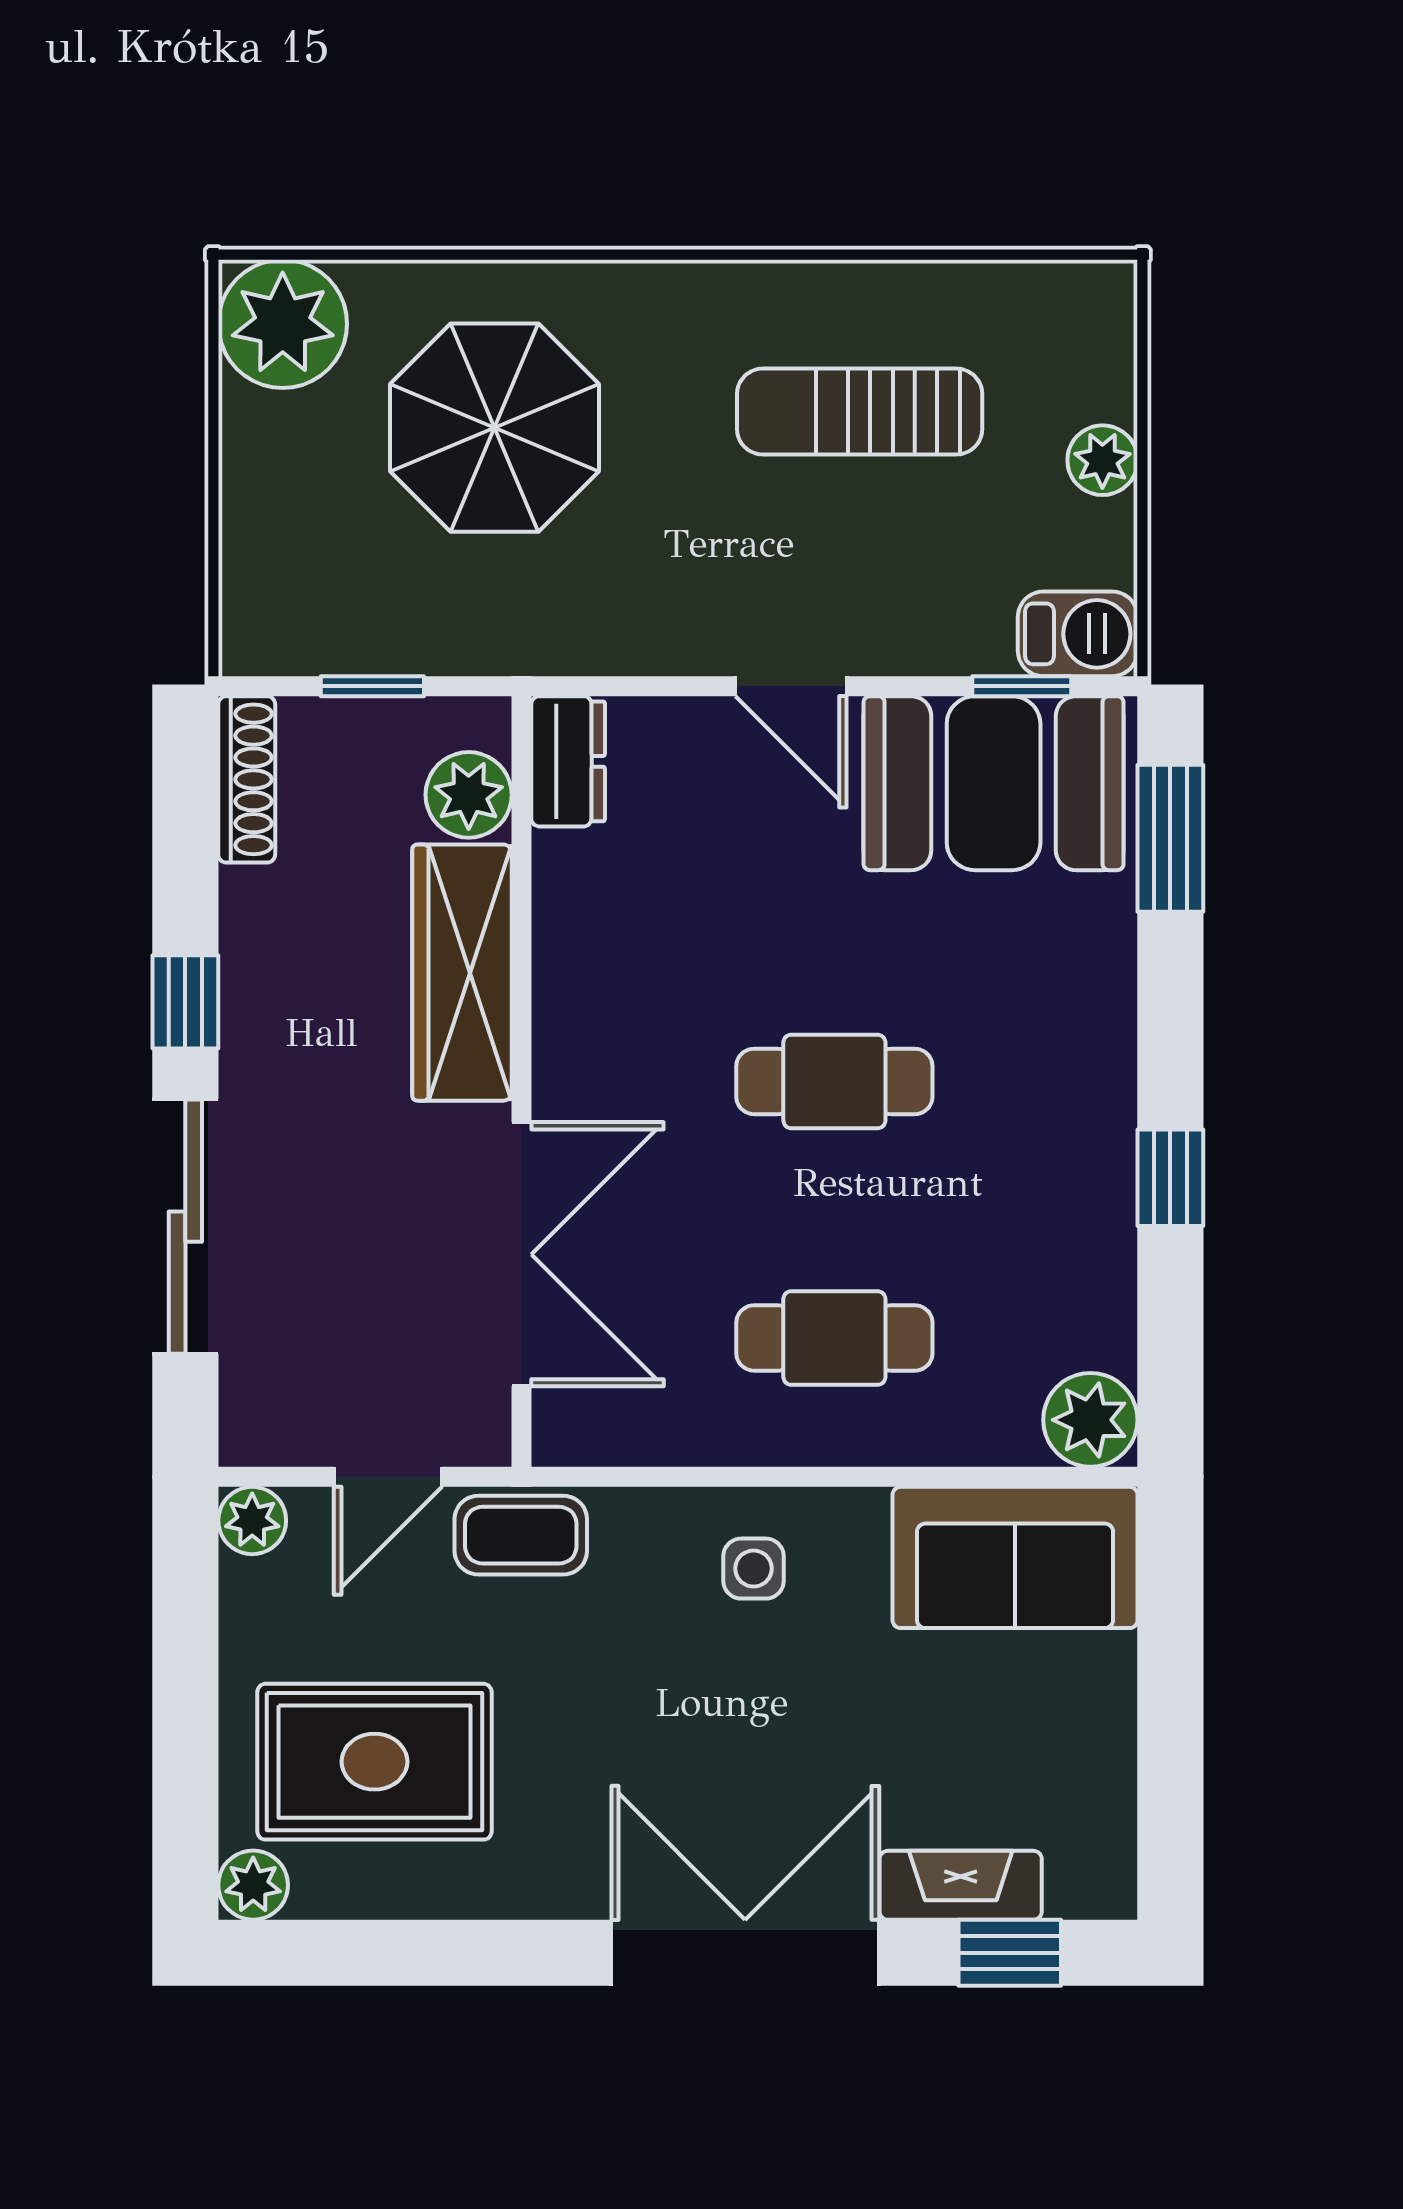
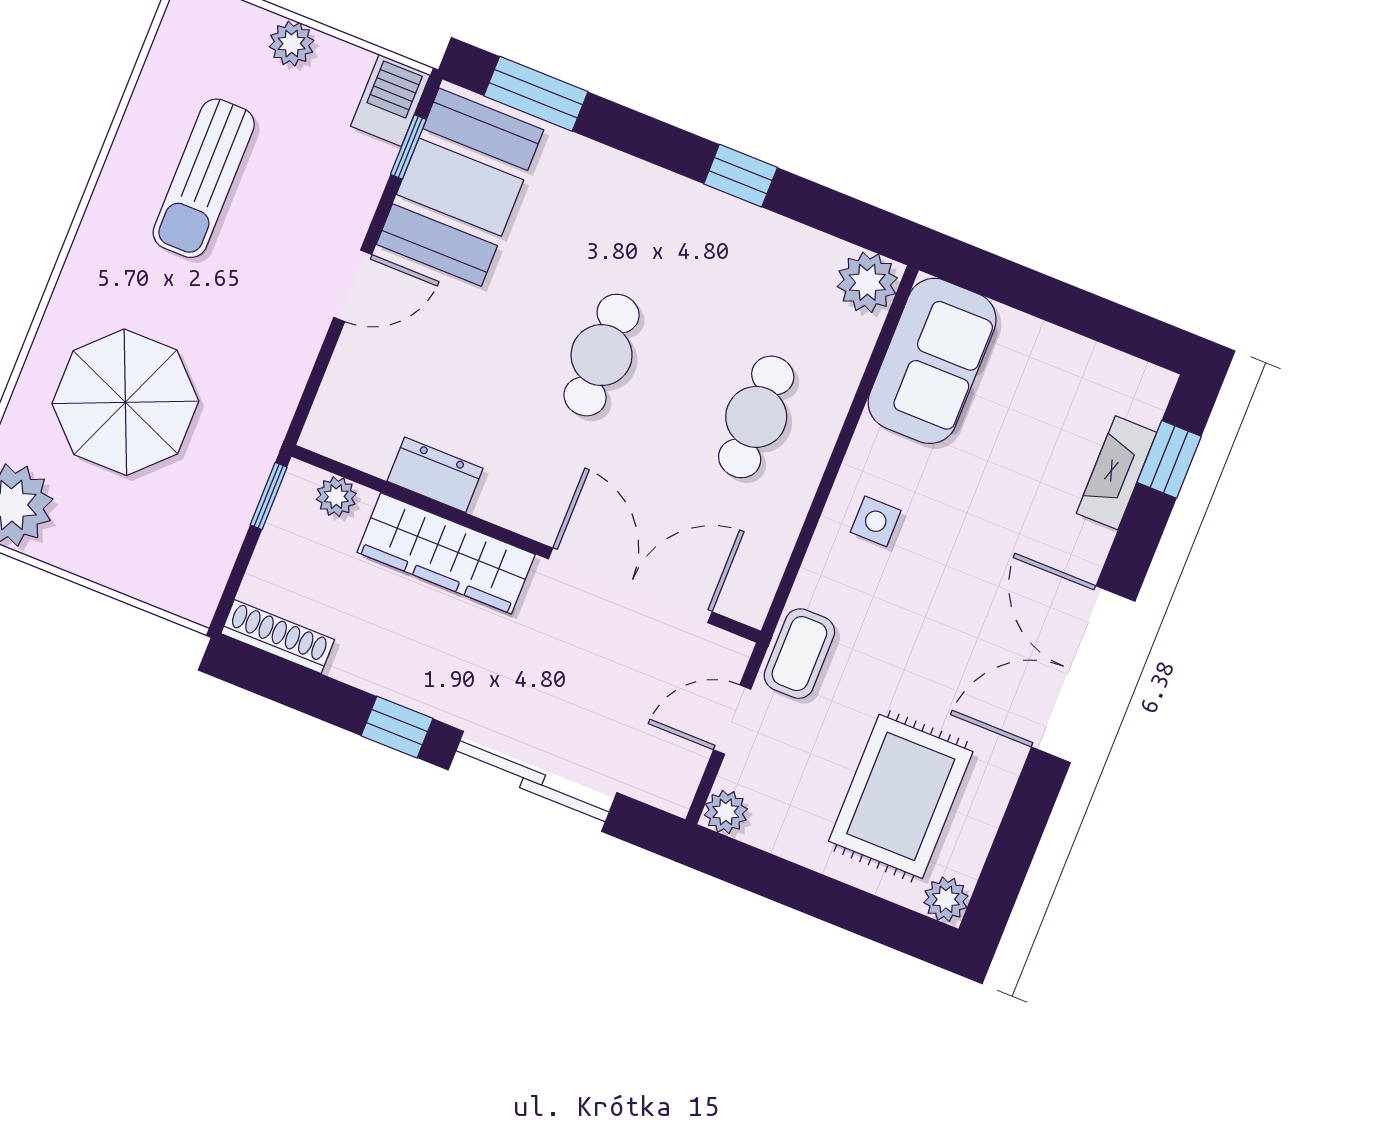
window: (372, 686) -> (269, 496), moved
dresser: (568, 761) -> (435, 475), moved
plant: (469, 795) -> (336, 497), width x0.73, depth x0.73
door: (388, 1477) -> (732, 720), swing flipped
double door: (745, 1953) -> (1083, 674), moved

